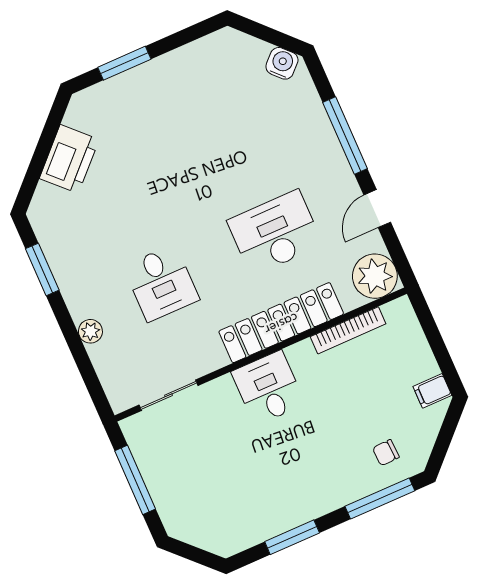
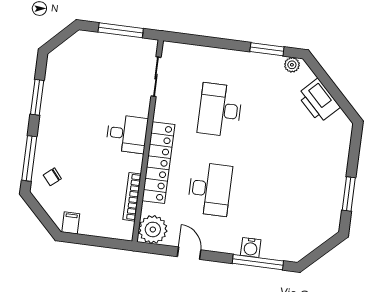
window: (124, 63) -> (349, 194), moved
water cooler: (282, 63) -> (251, 247), moved, turned 44
window: (345, 136) -> (258, 262), moved
desk: (161, 283) -> (220, 110), width x1.37
plant: (90, 331) -> (292, 65), moved
chair: (386, 453) -> (52, 177), turned -128

